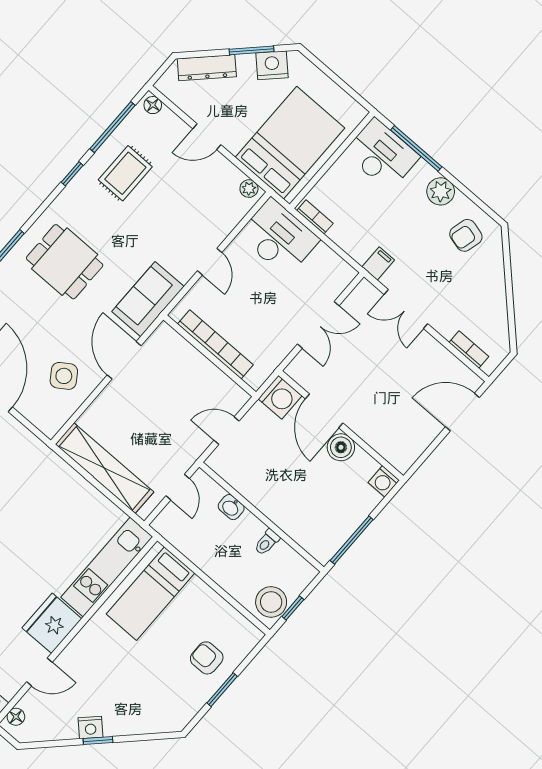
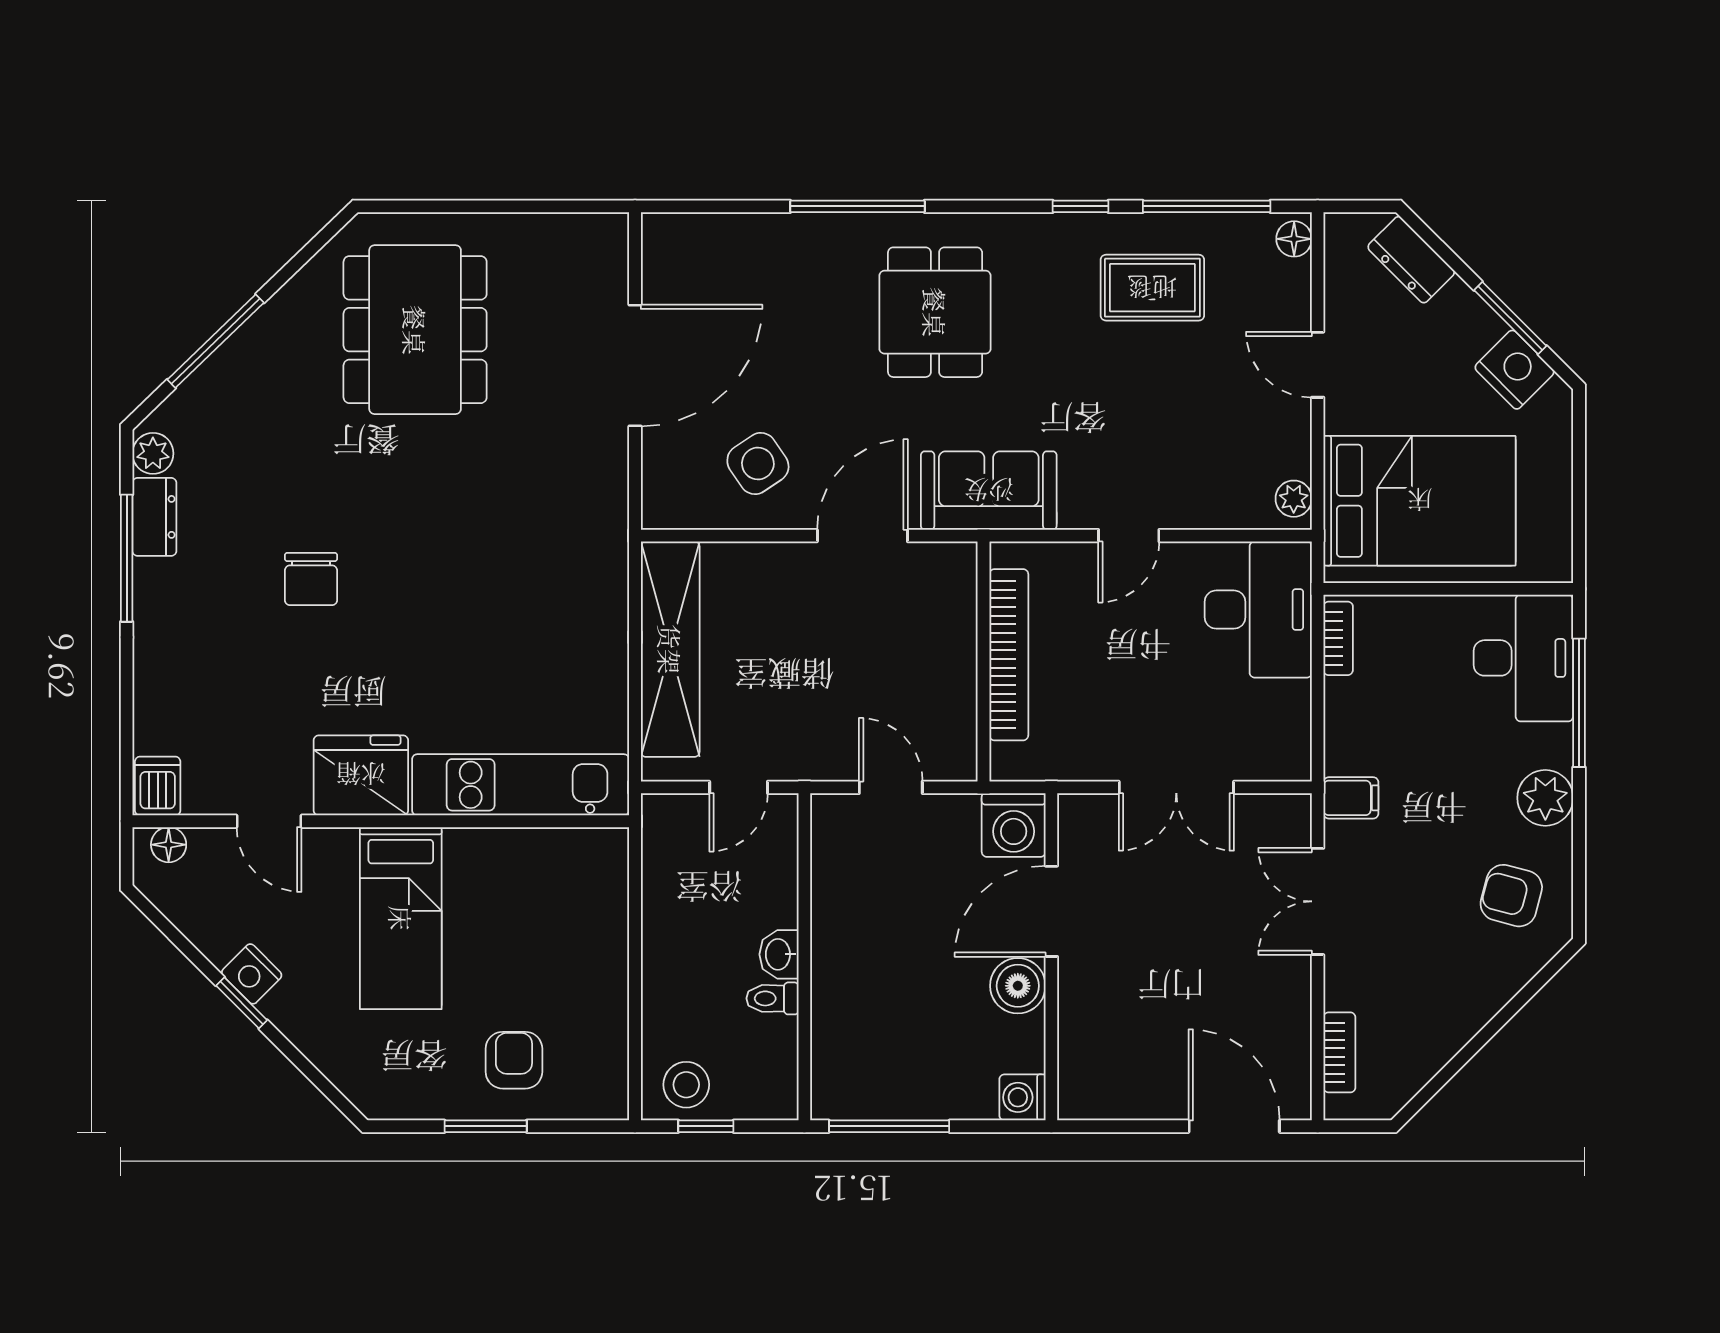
dresser: (207, 68) -> (1411, 260), width x0.70
washbasin: (231, 507) -> (779, 954), moved
bed: (150, 594) -> (401, 918), moved, turned -90
stool: (271, 602) -> (686, 1085), width x0.73, depth x0.73

